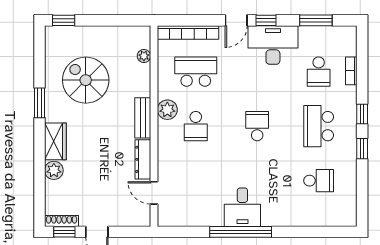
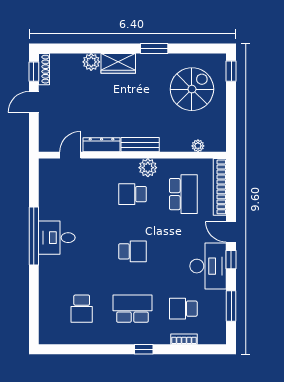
spiral stairs: (86, 80) -> (192, 89), moved
window: (362, 149) -> (112, 349), removed

